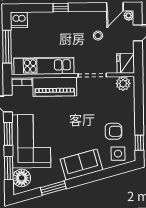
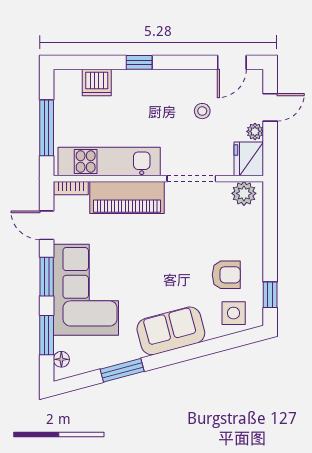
plant: (129, 16) -> (255, 131), moved
dishwasher: (19, 20) -> (97, 82), moved
floor lamp: (22, 178) -> (61, 359), width x0.53, depth x0.53

